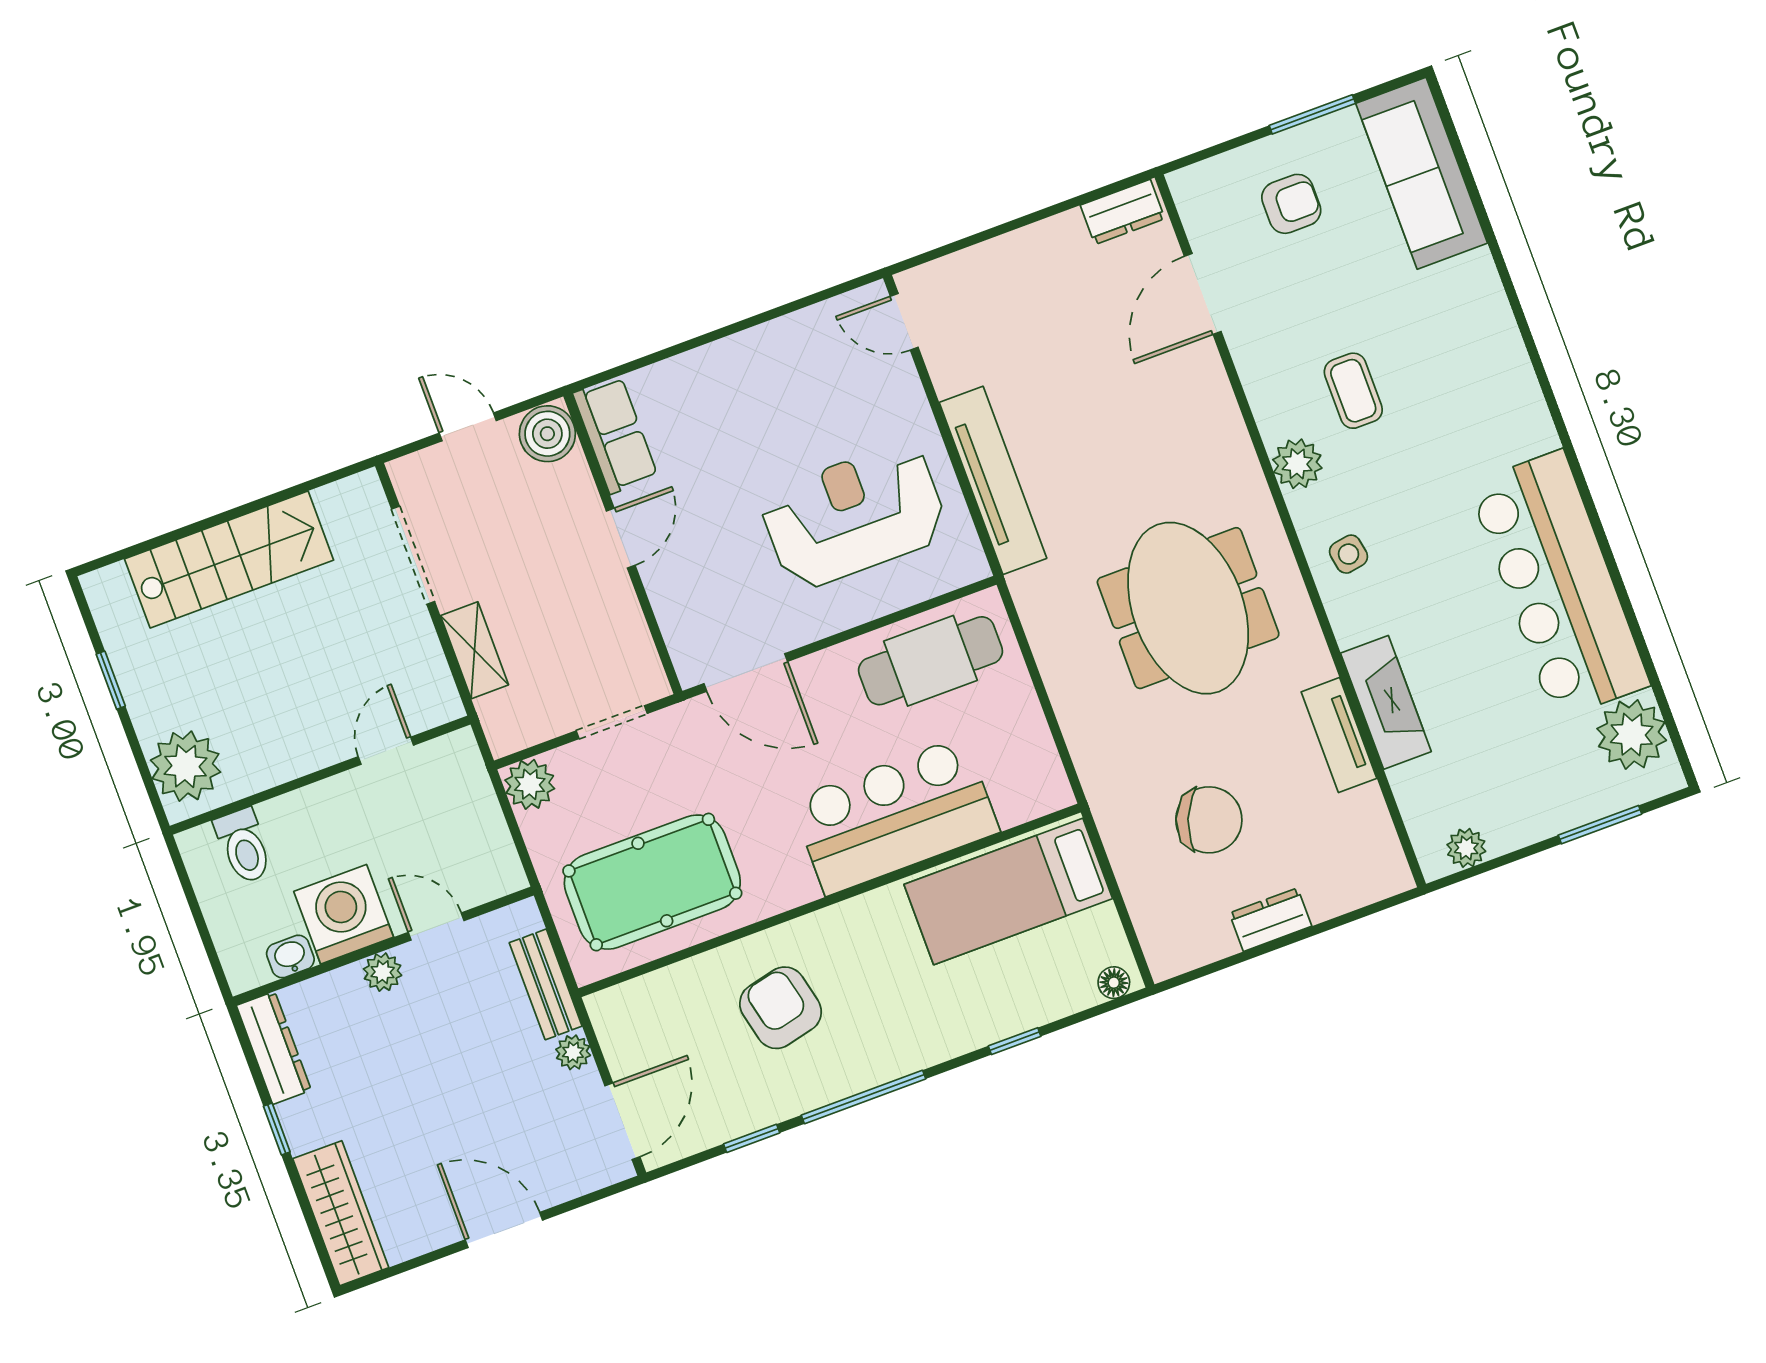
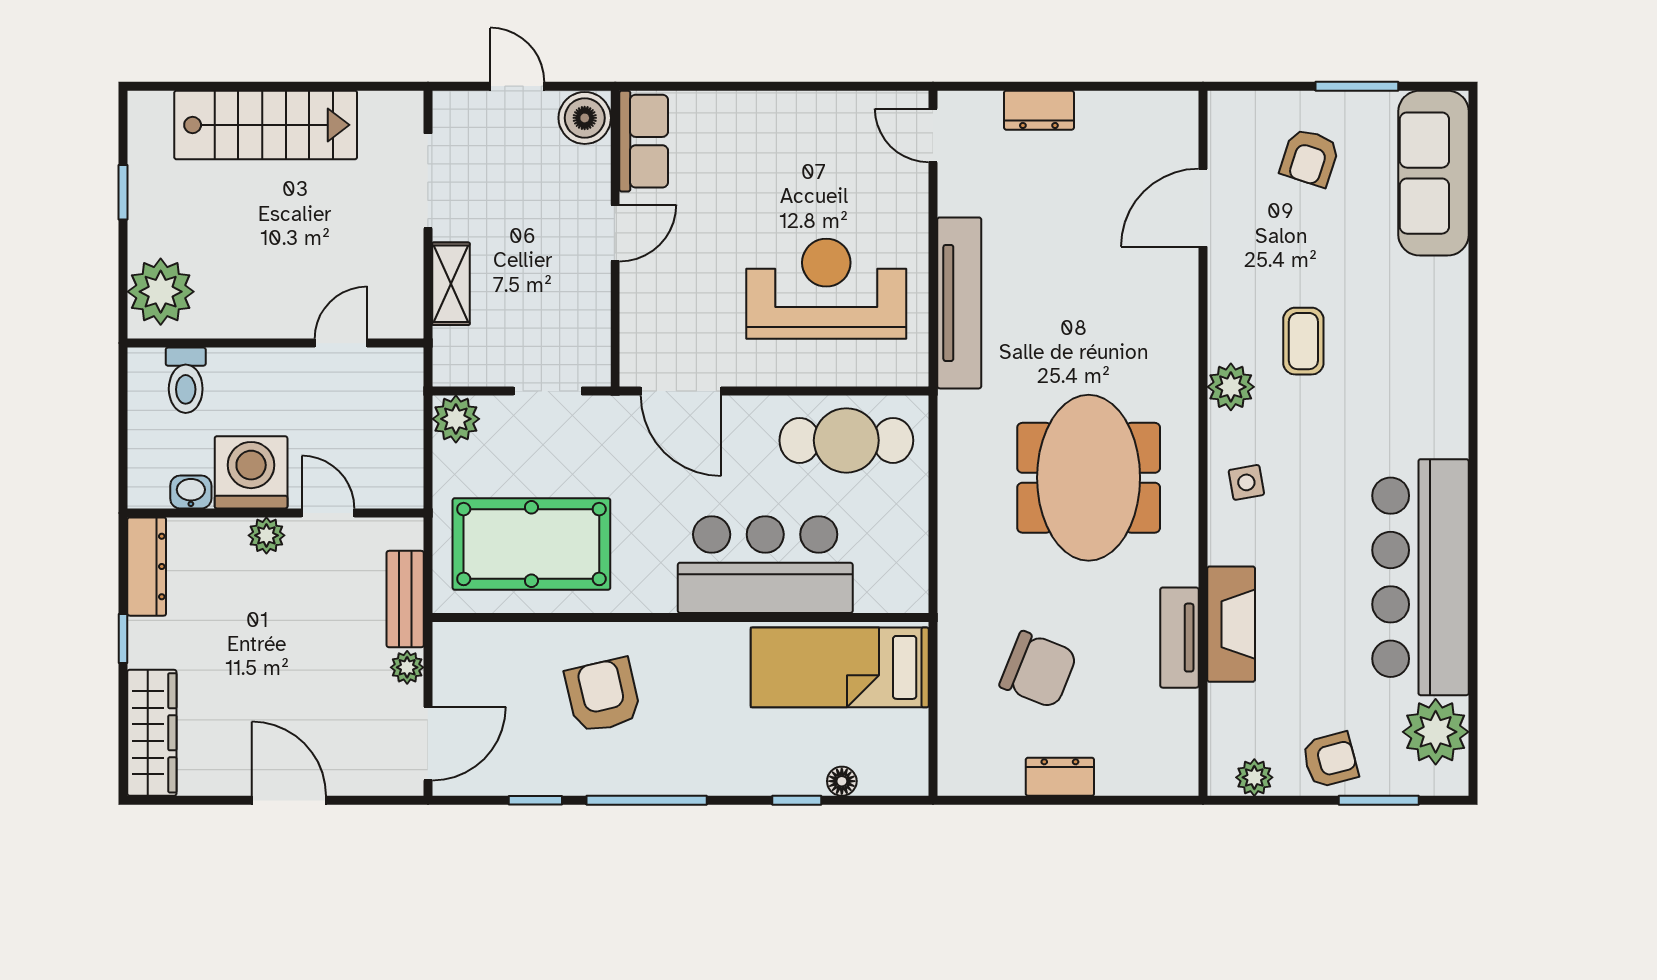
armchair: (1291, 204) -> (1310, 158), turned 108
dresser: (1123, 212) -> (1039, 110), moved
armchair: (1536, 802) -> (1330, 760), added
floor lamp: (1114, 983) -> (842, 781), moved

